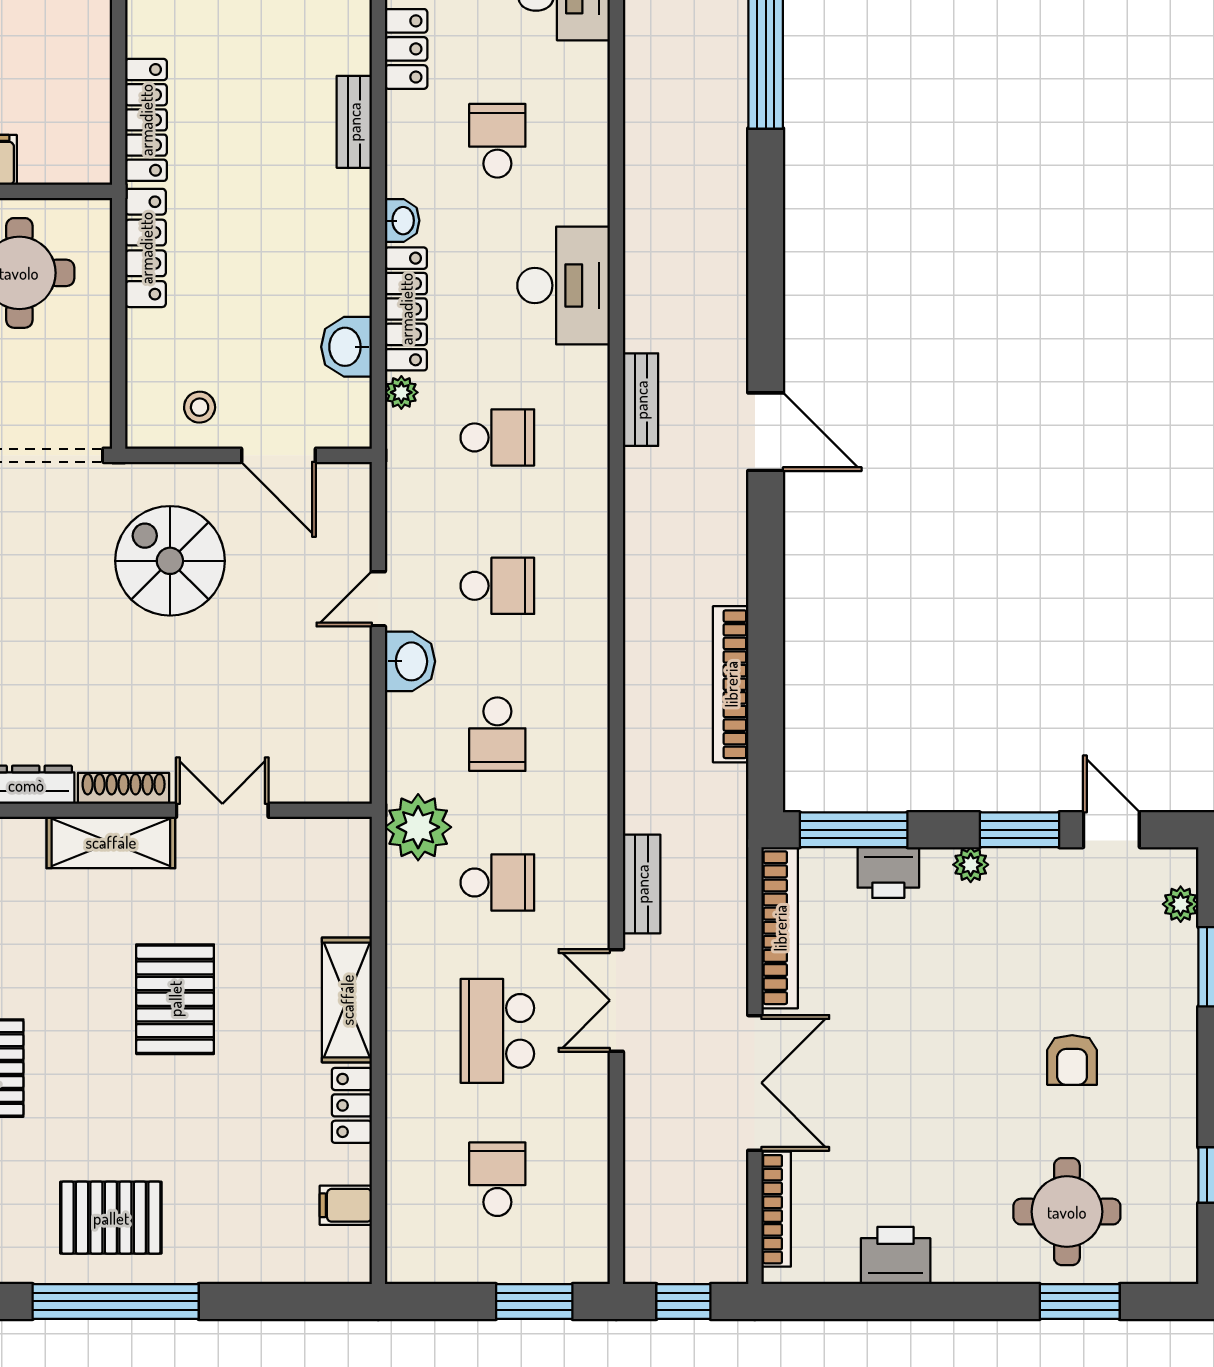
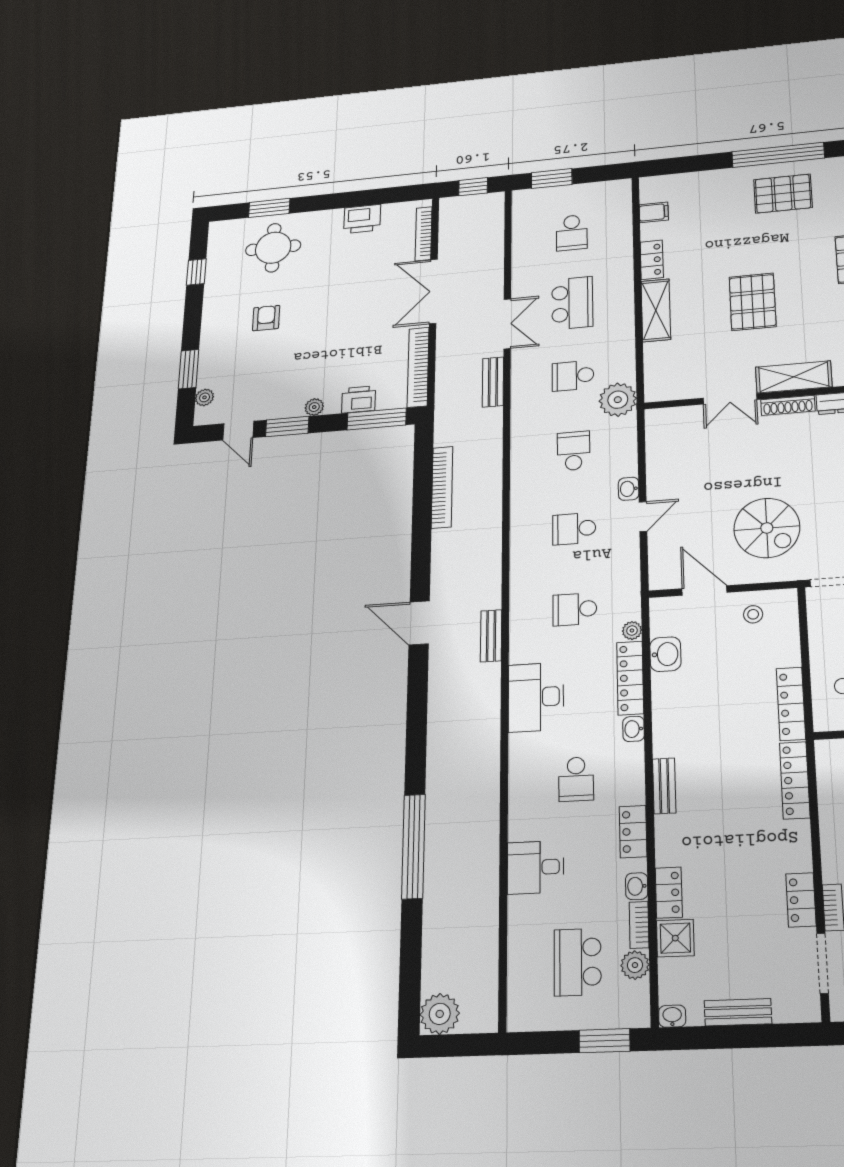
washbasin: (410, 661) -> (629, 489), width x0.72, depth x0.69

